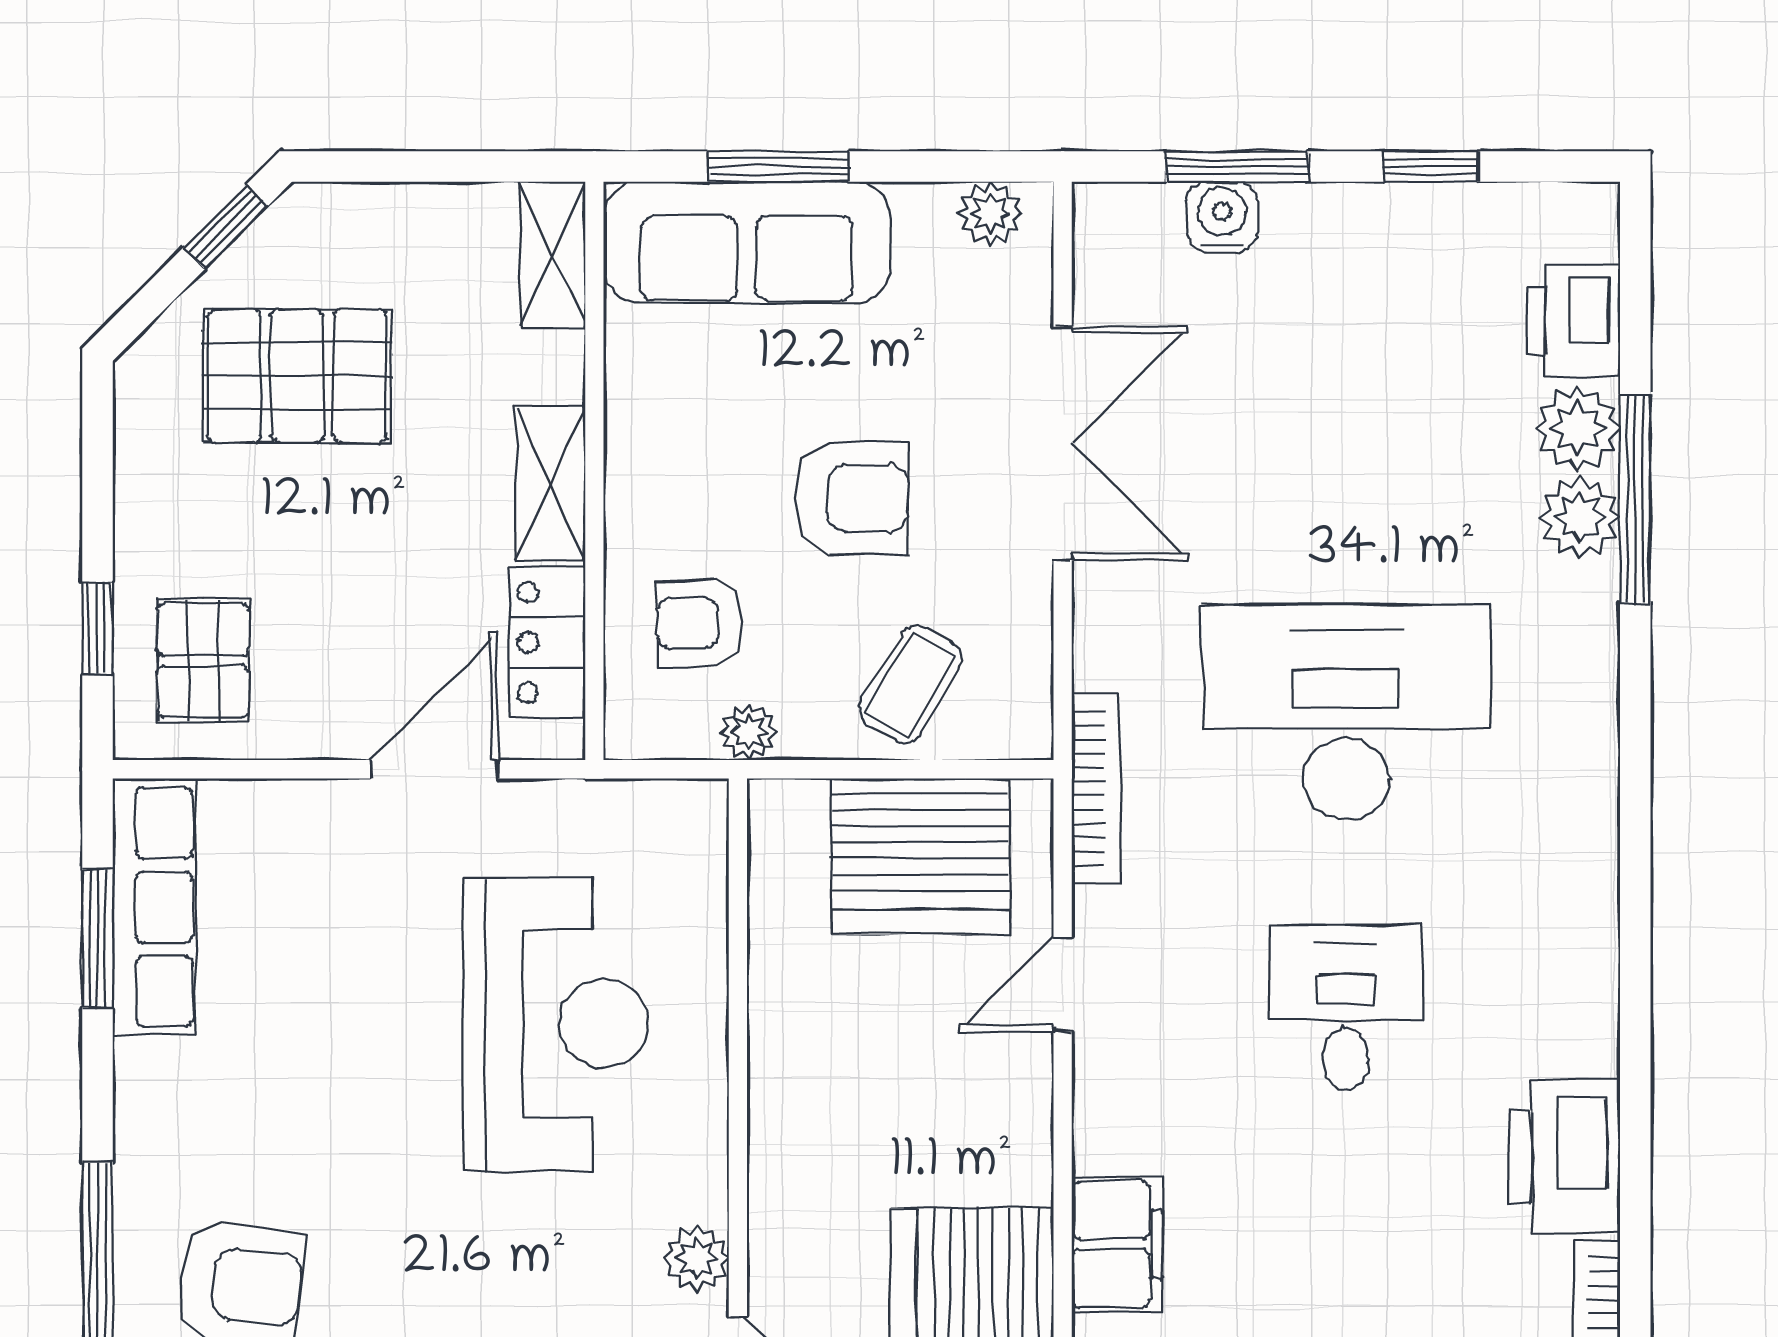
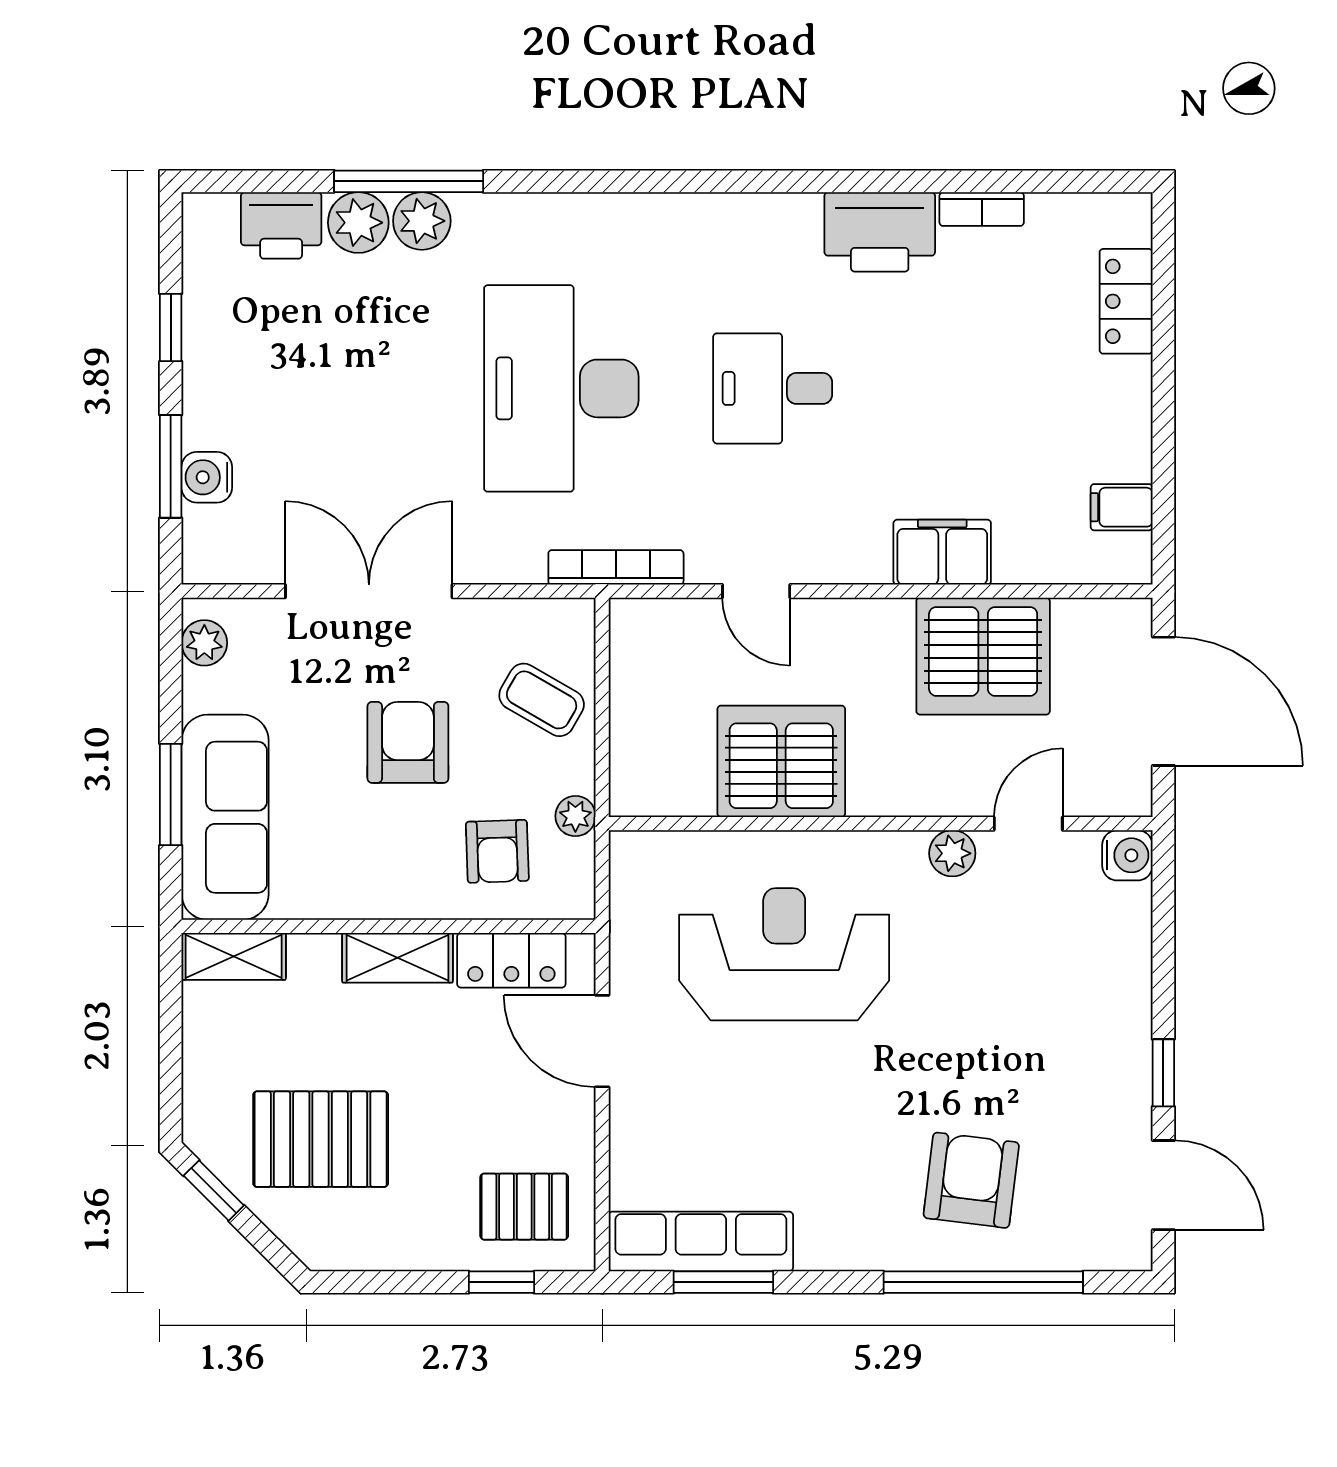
pallet: (297, 376) -> (321, 1139), turned 90
server rack: (921, 856) -> (781, 761), moved, turned -90

